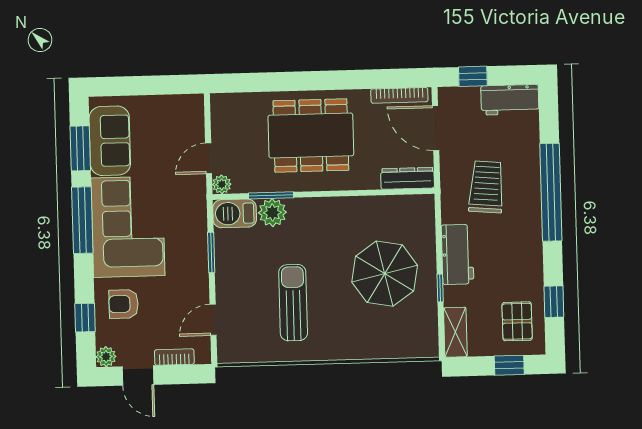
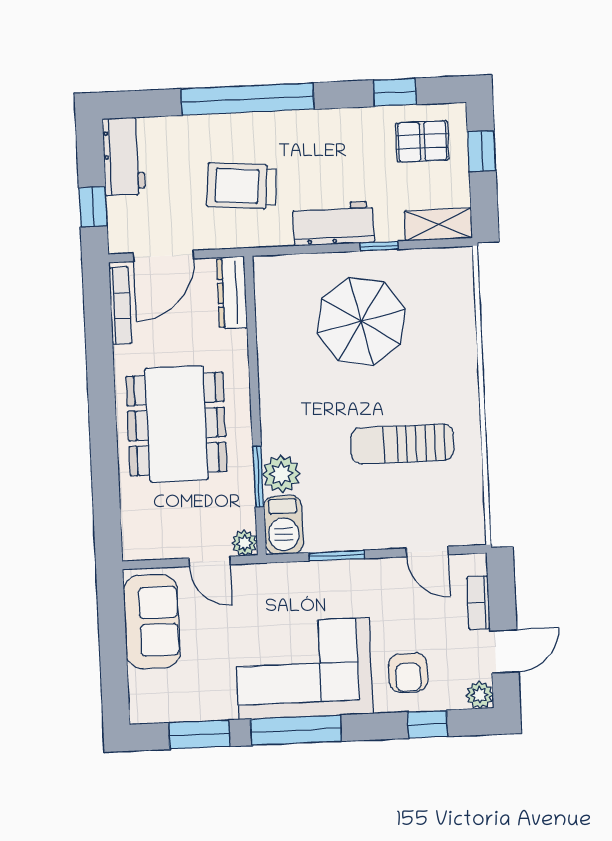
sofa: (110, 141) -> (152, 621), moved, turned 90

